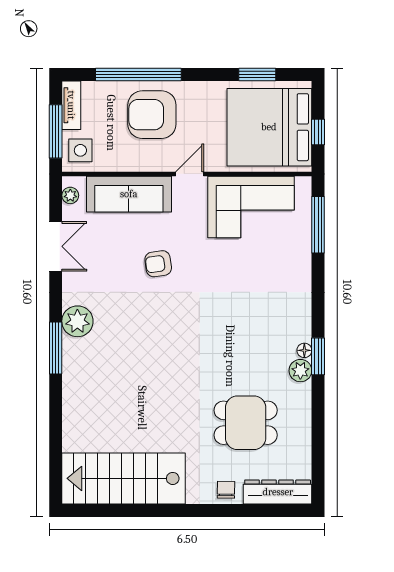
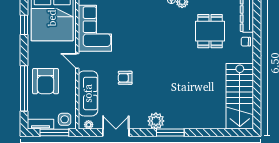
armchair: (158, 264) -> (125, 78), turned 98

